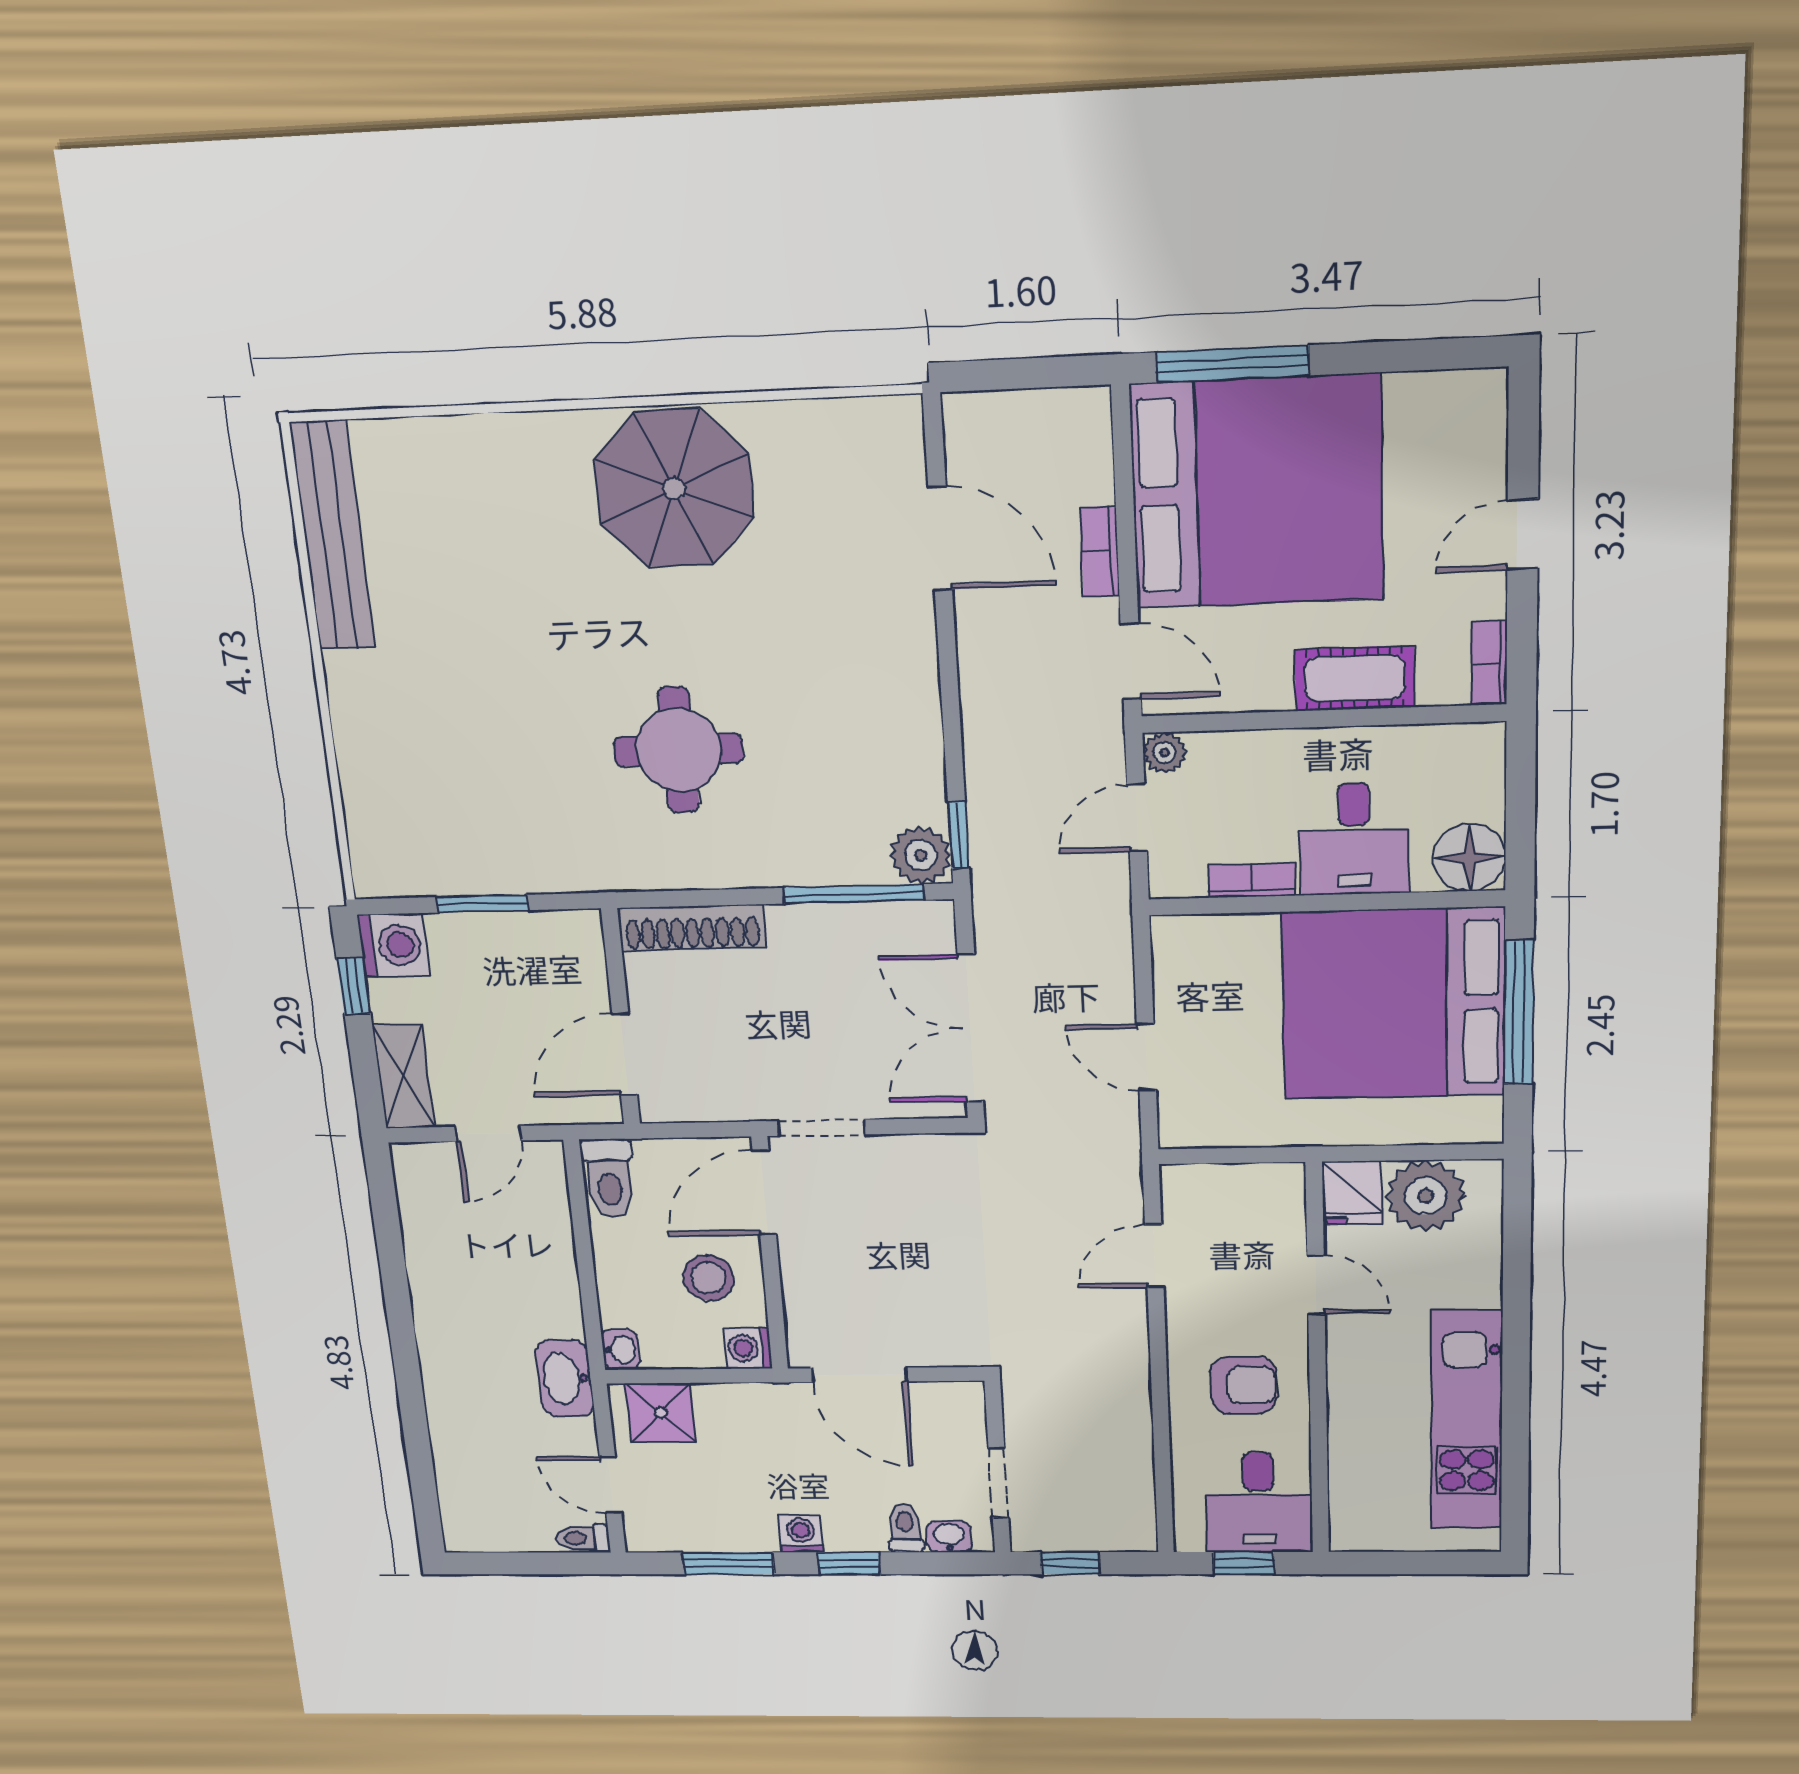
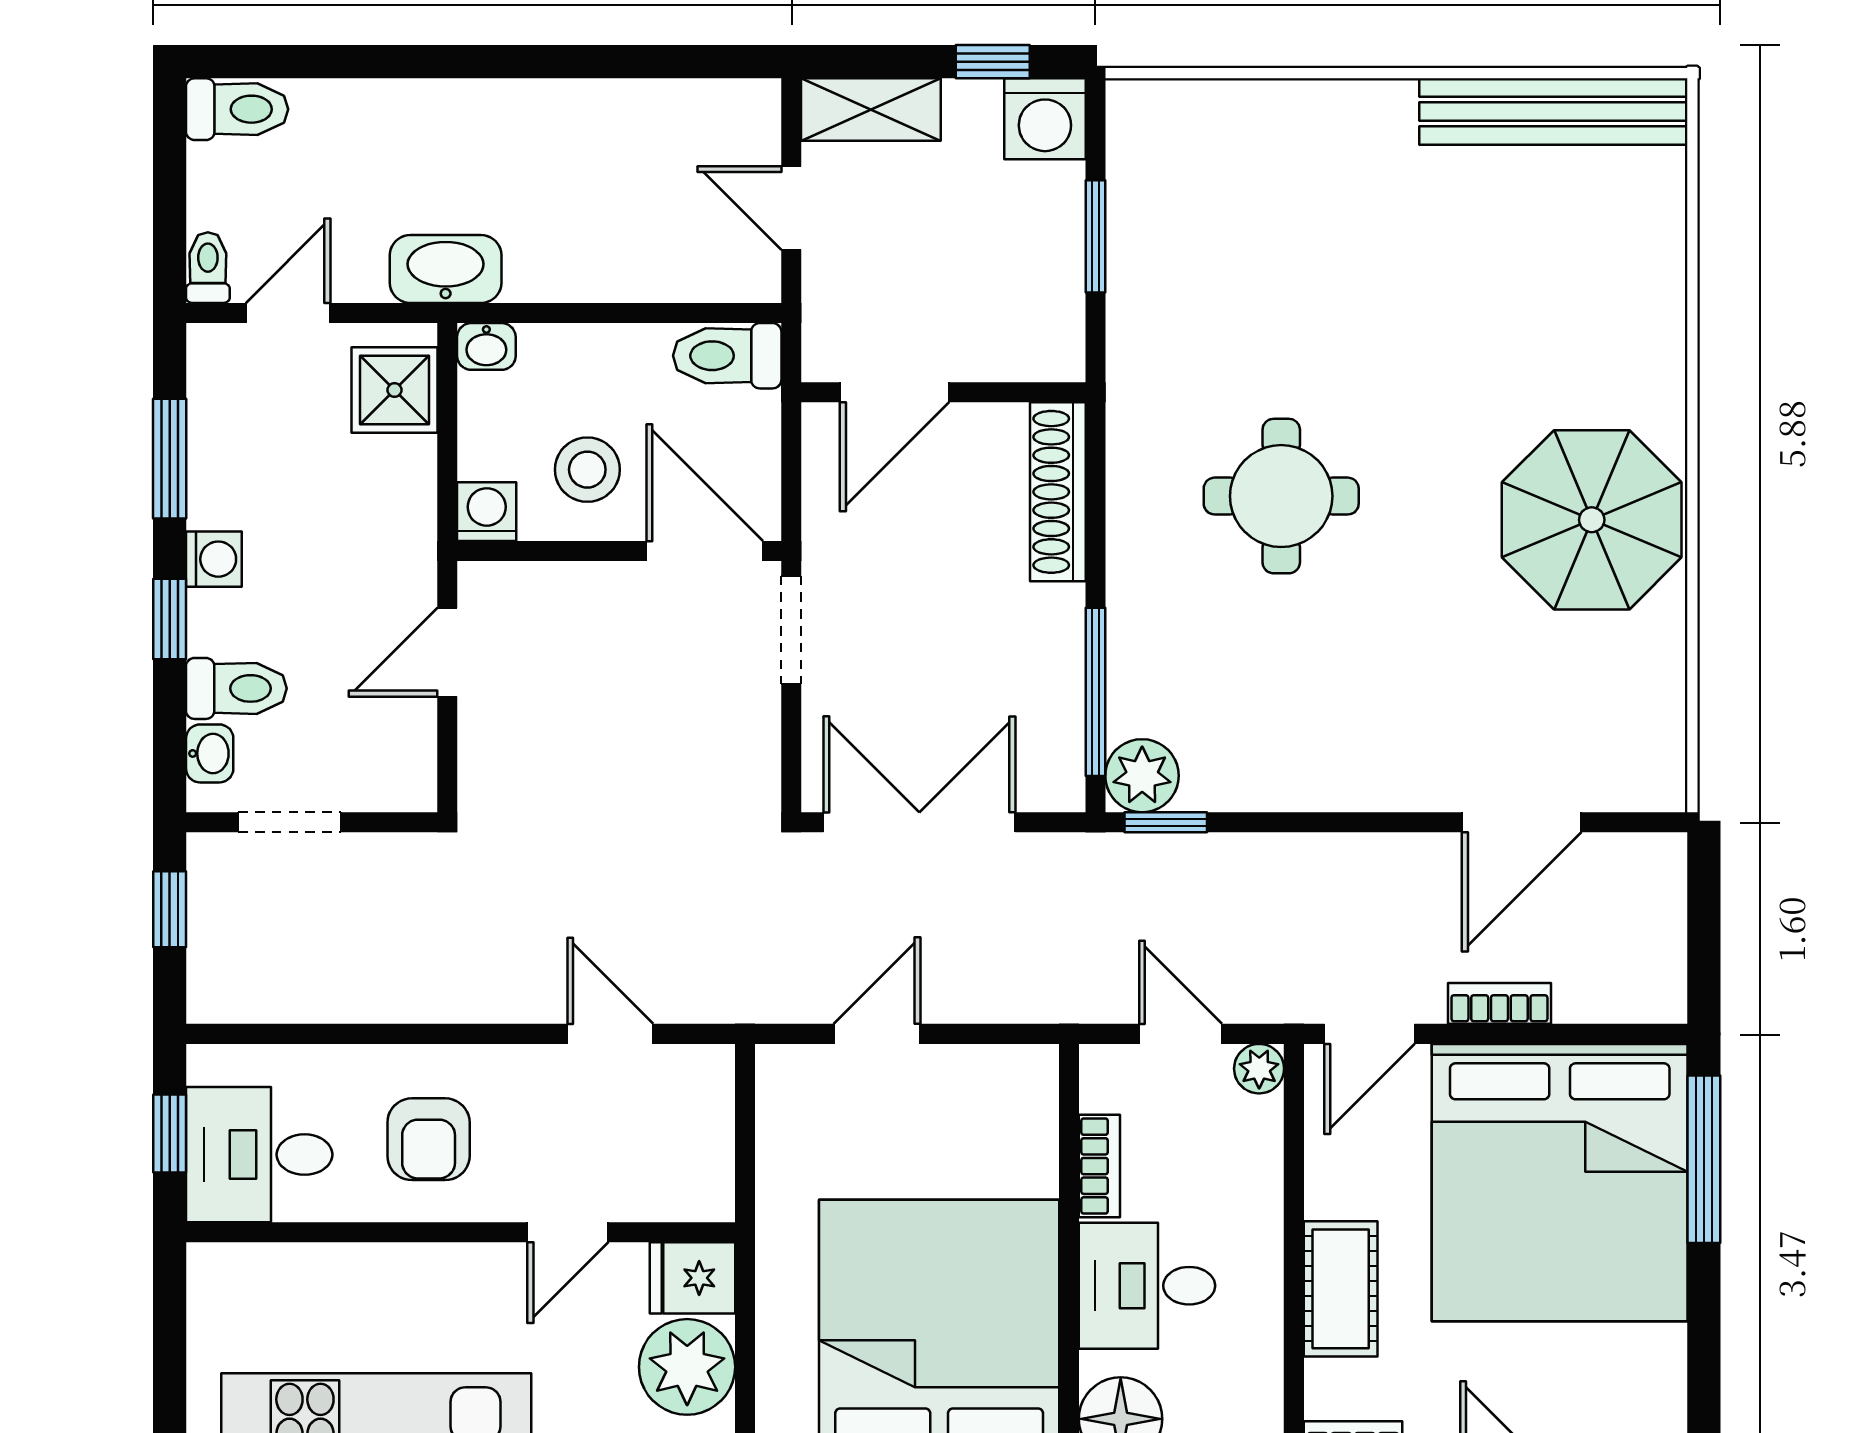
door: (625, 1054) -> (895, 392), swing flipped
door: (859, 1375) -> (447, 652), width x0.73
toilet: (463, 1519) -> (237, 109), added
toilet: (905, 1528) -> (236, 688), width x1.37, depth x1.39

